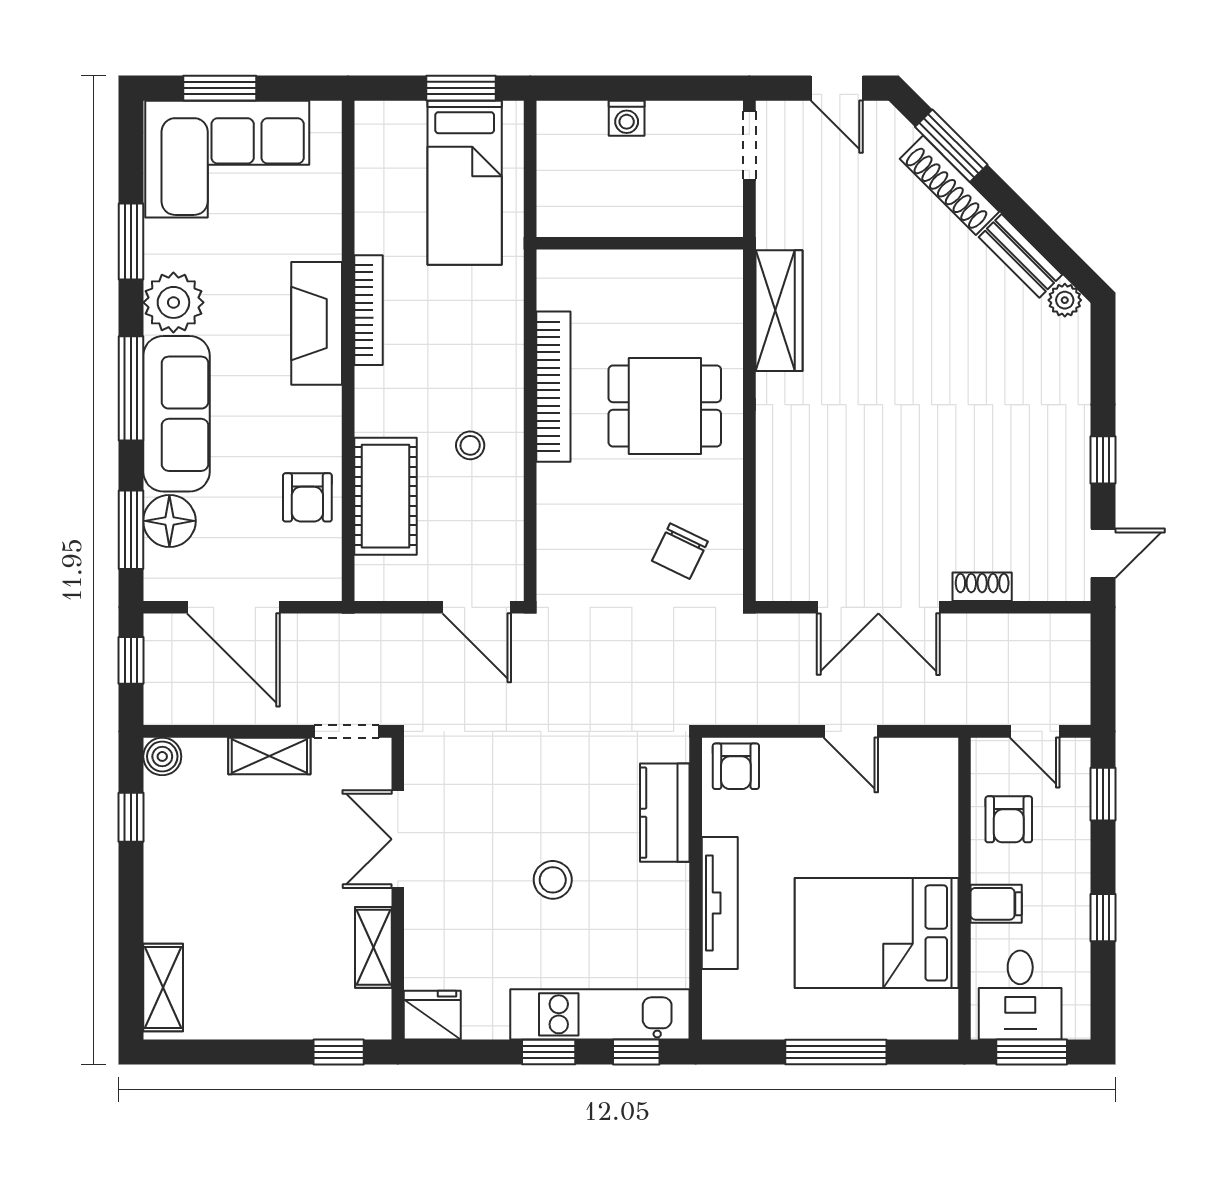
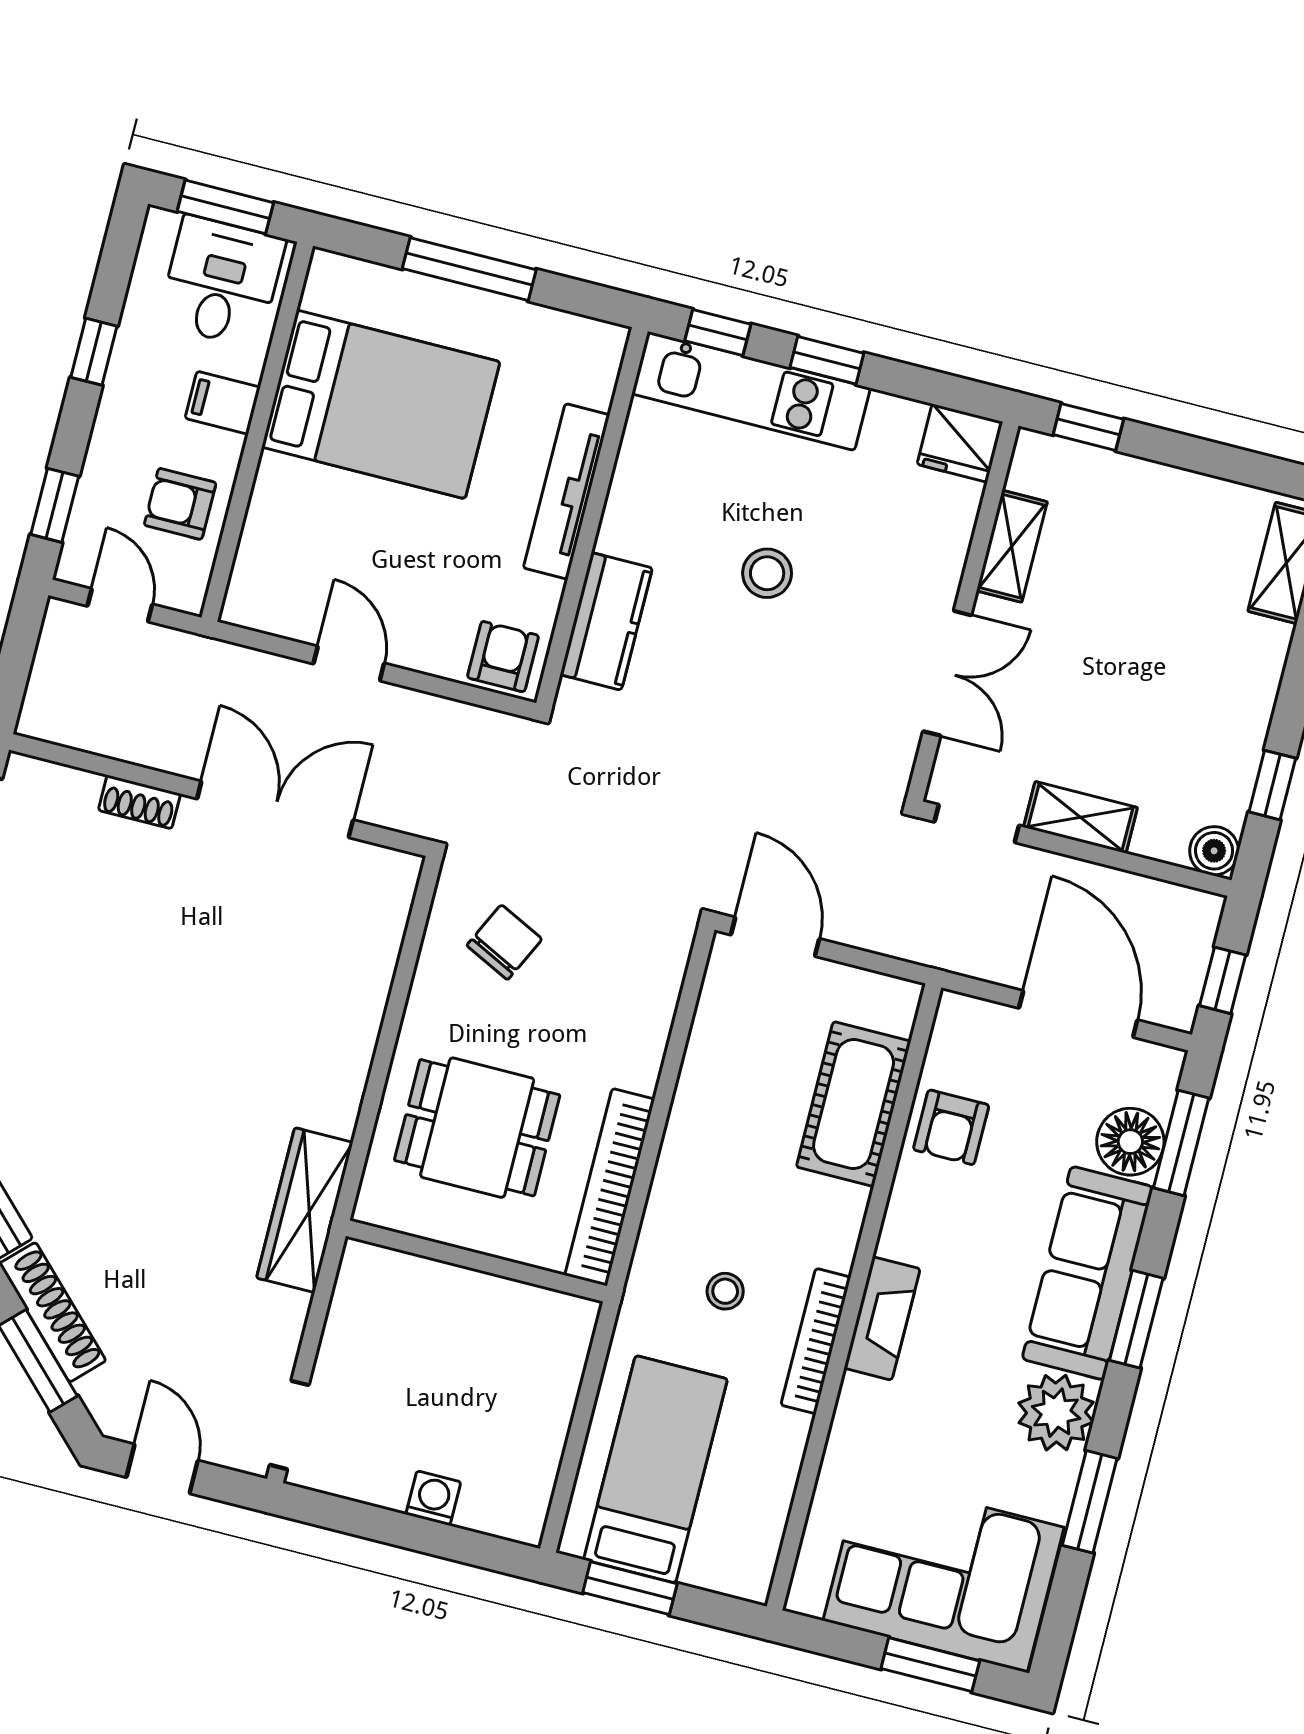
wall: (640, 243) -> (476, 1261), moved
fireplace: (317, 323) -> (882, 1318), width x0.73, depth x0.76
window: (131, 388) -> (1136, 1319), width x0.69
stool: (470, 445) -> (725, 1291), moved
armchair: (307, 497) -> (951, 1127), turned 180
armchair: (1009, 819) -> (180, 504), turned -90

